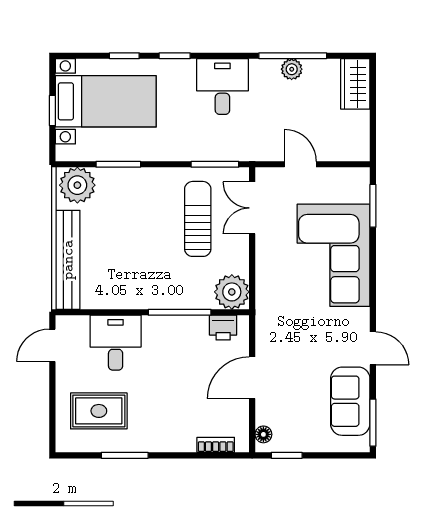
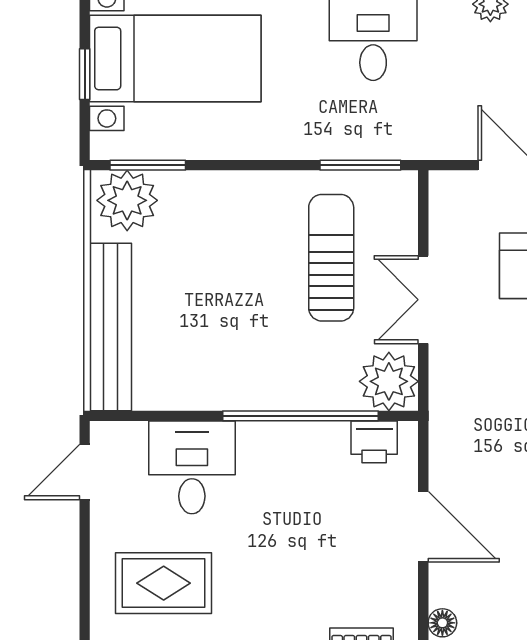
window: (118, 164) -> (148, 165), moved
double door: (252, 208) -> (423, 300), moved
window: (180, 312) -> (300, 416), width x1.46
door: (252, 378) -> (423, 527), swing flipped

